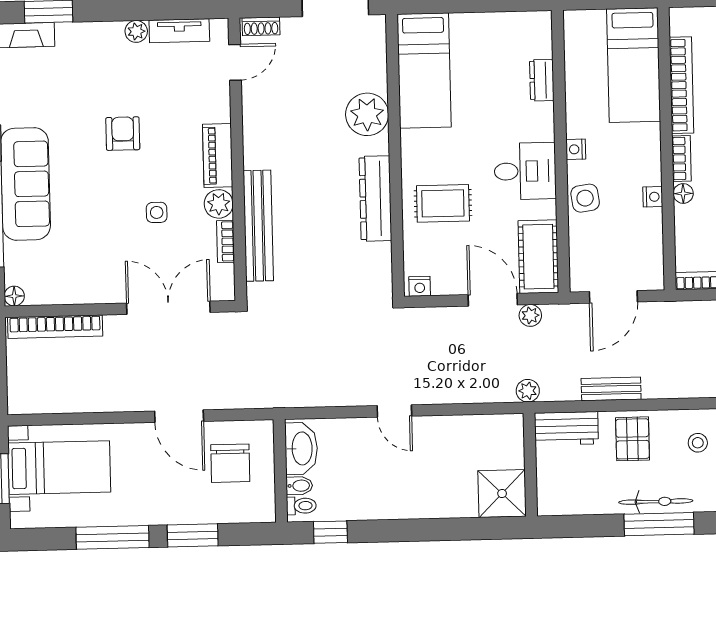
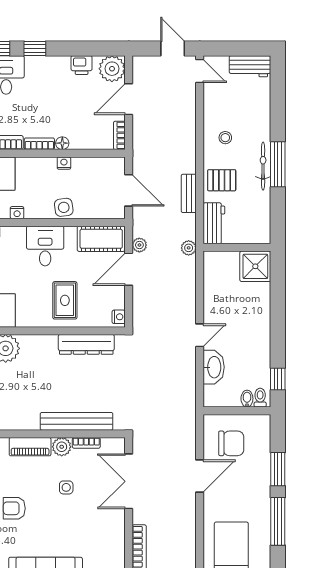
nightstand: (576, 149) -> (17, 213), moved
dresser: (375, 198) -> (86, 344), moved
washbasin: (301, 448) -> (214, 367), moved, turned 90

